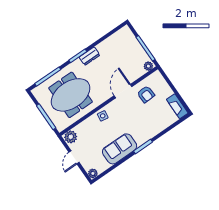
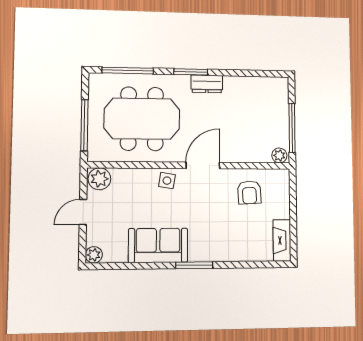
door: (123, 91) -> (203, 165), moved

